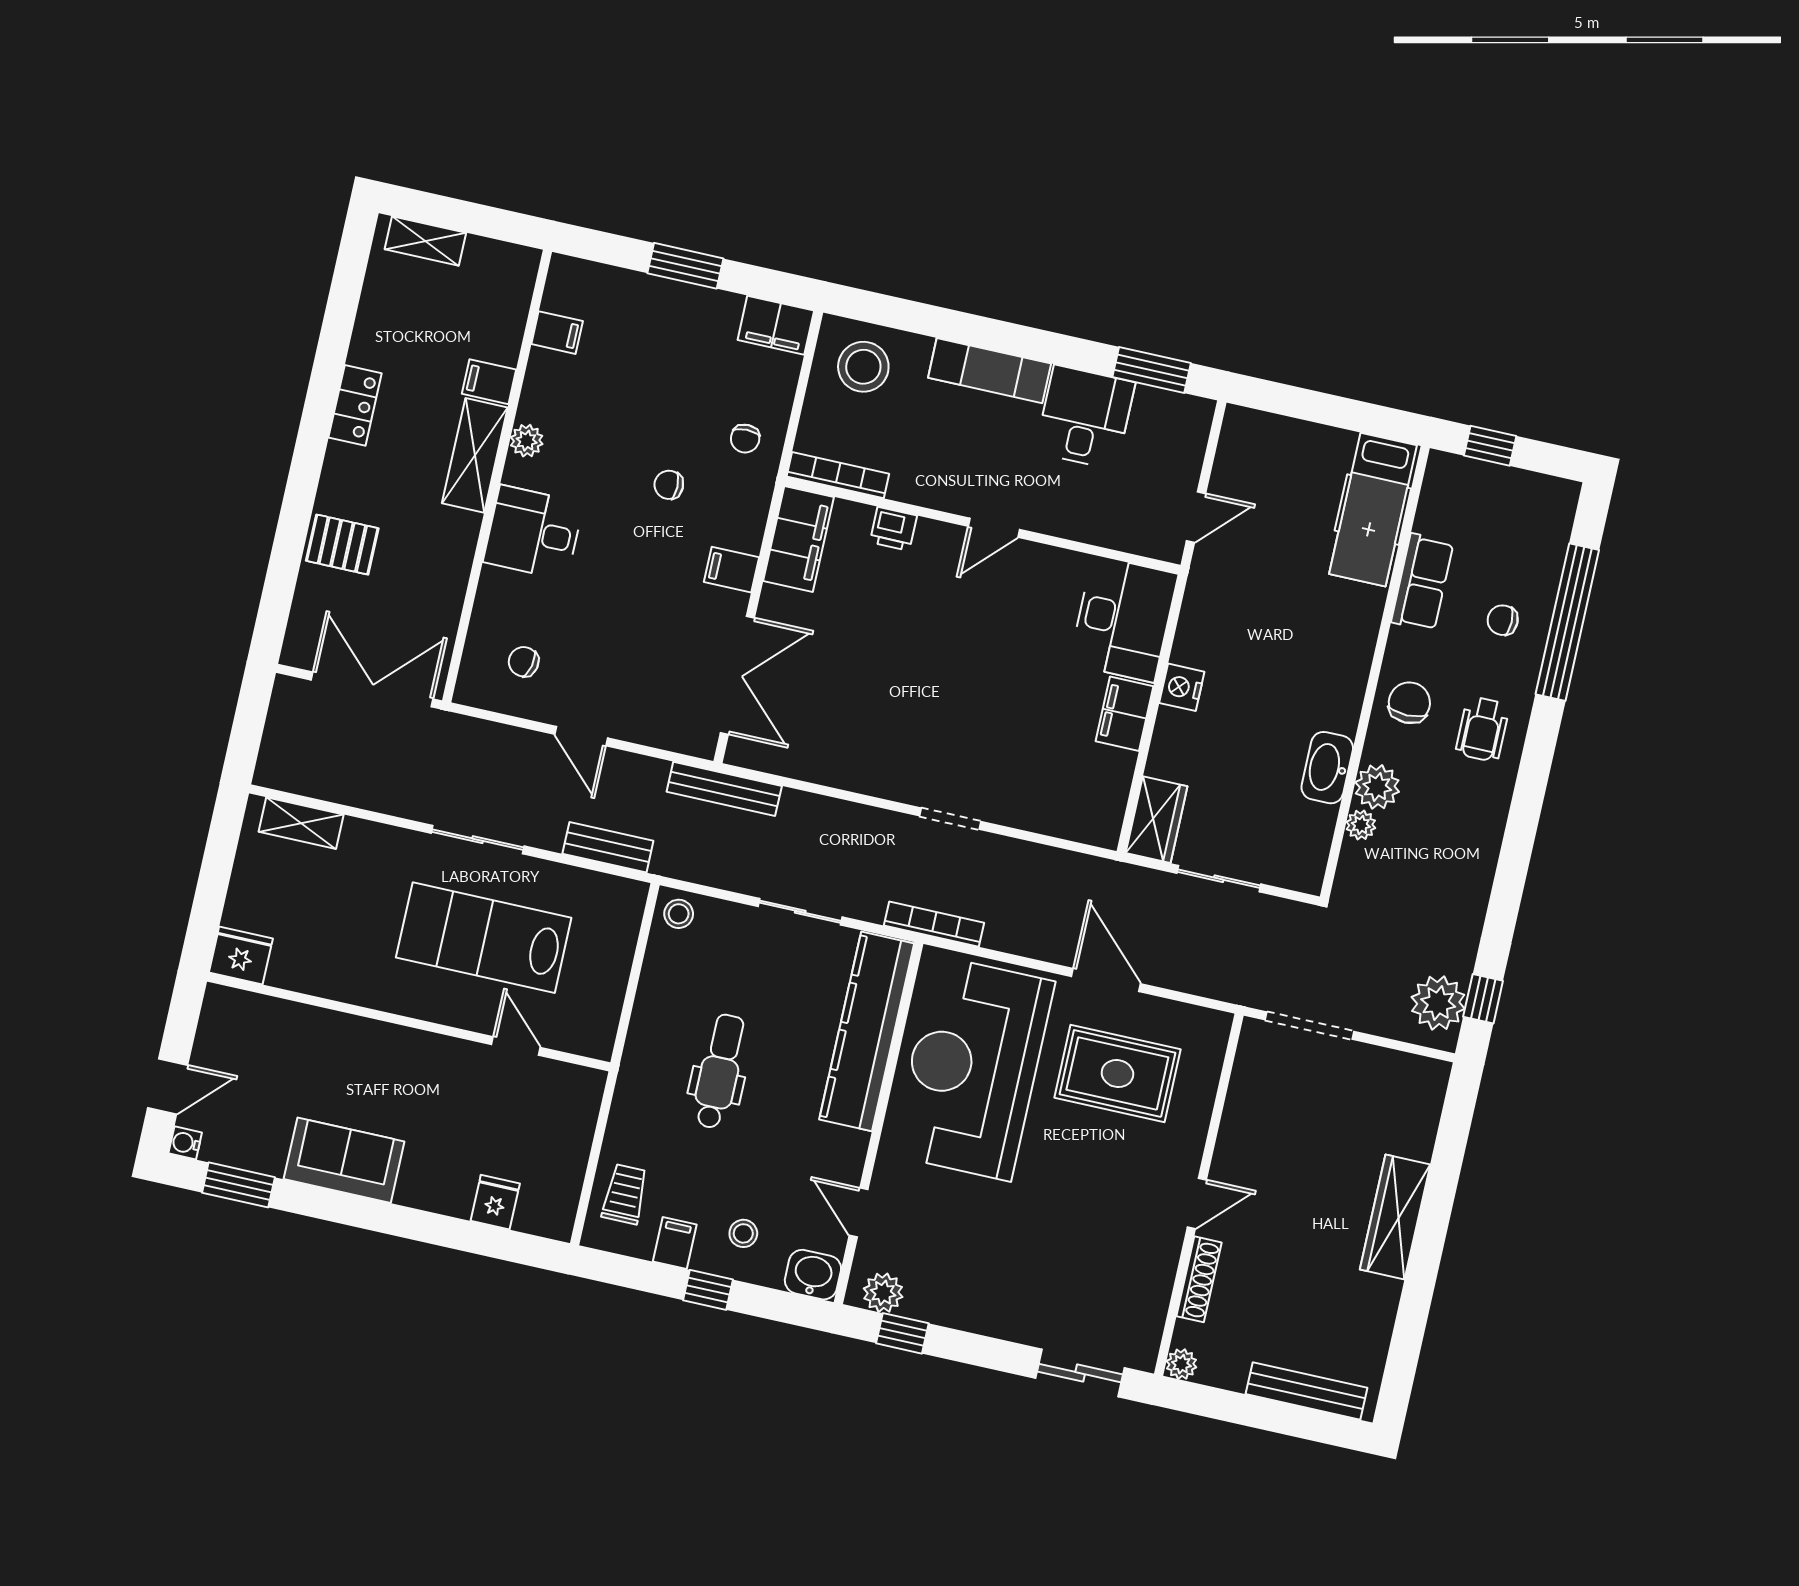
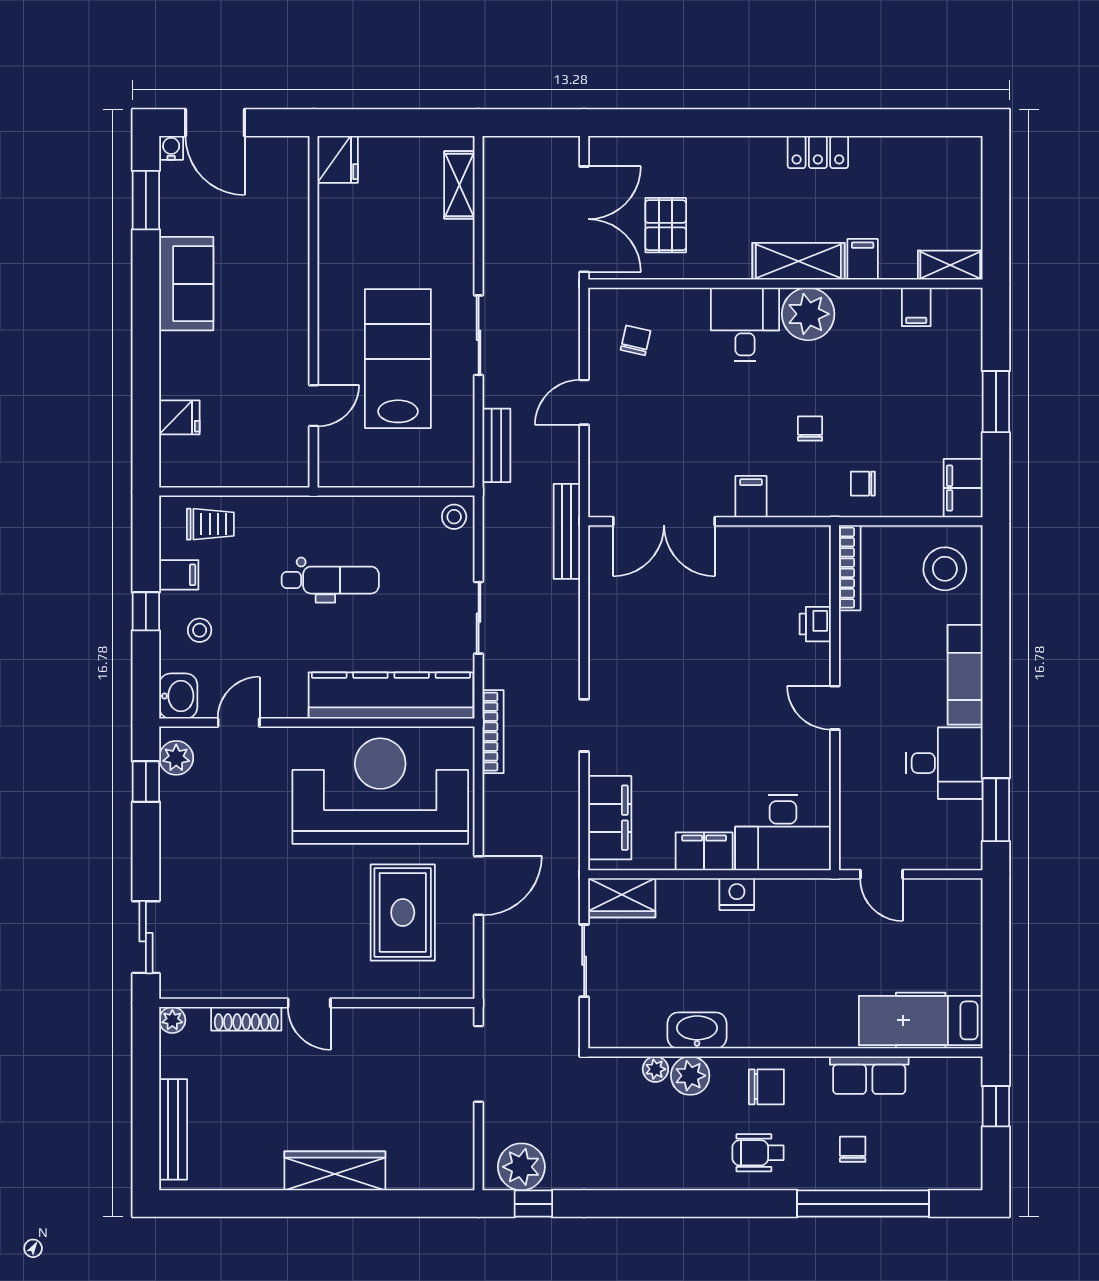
shelving: (425, 241) -> (950, 265), moved, turned 90
plant: (527, 441) -> (808, 314), width x1.88, depth x1.88
filing cabinet: (799, 539) -> (610, 818), moved, turned -90
pallet: (342, 545) -> (666, 225), moved
door: (168, 1086) -> (215, 123), width x1.38

